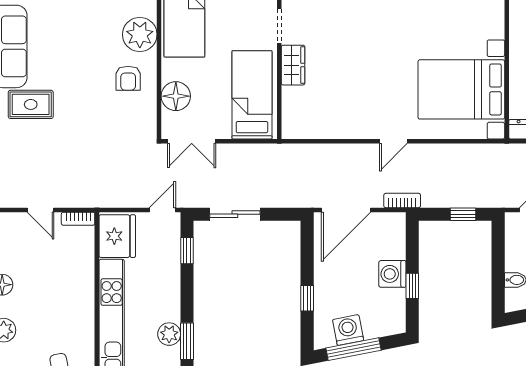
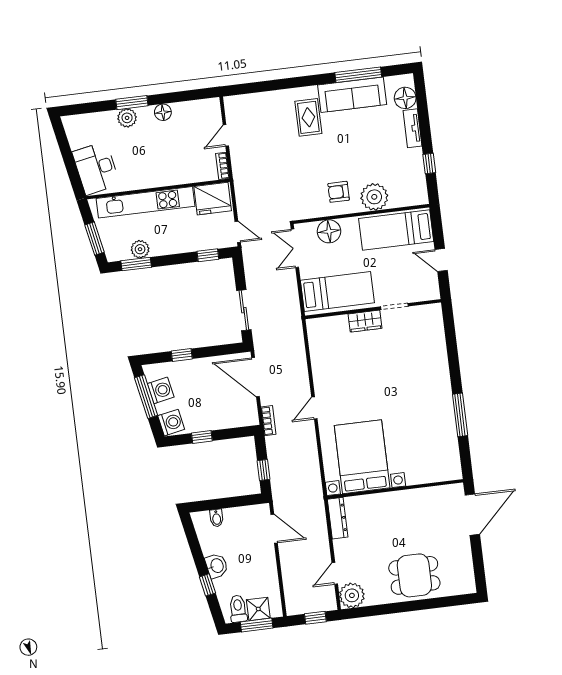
door: (393, 141) -> (314, 408), hinge flipped
sliding door: (235, 214) -> (244, 310), moved
washing machine: (392, 274) -> (171, 423), moved, turned 79

